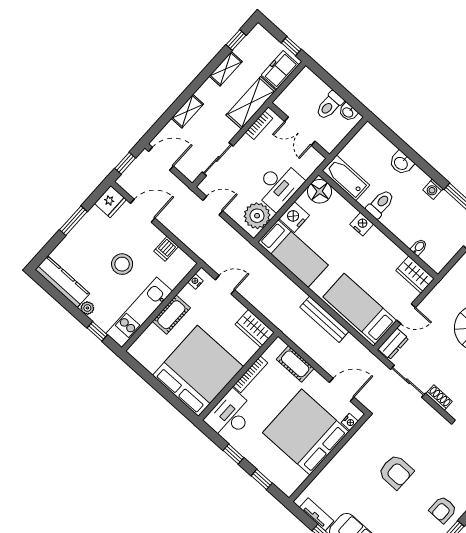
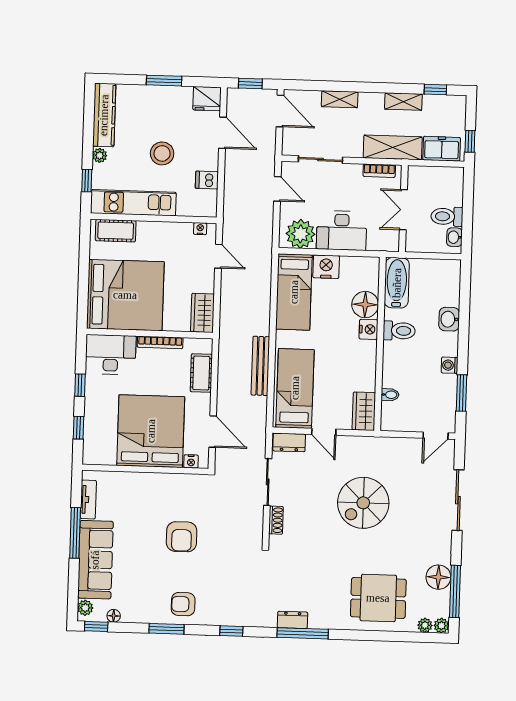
floor lamp: (320, 191) -> (365, 305), moved
cot: (171, 315) -> (116, 231), moved

